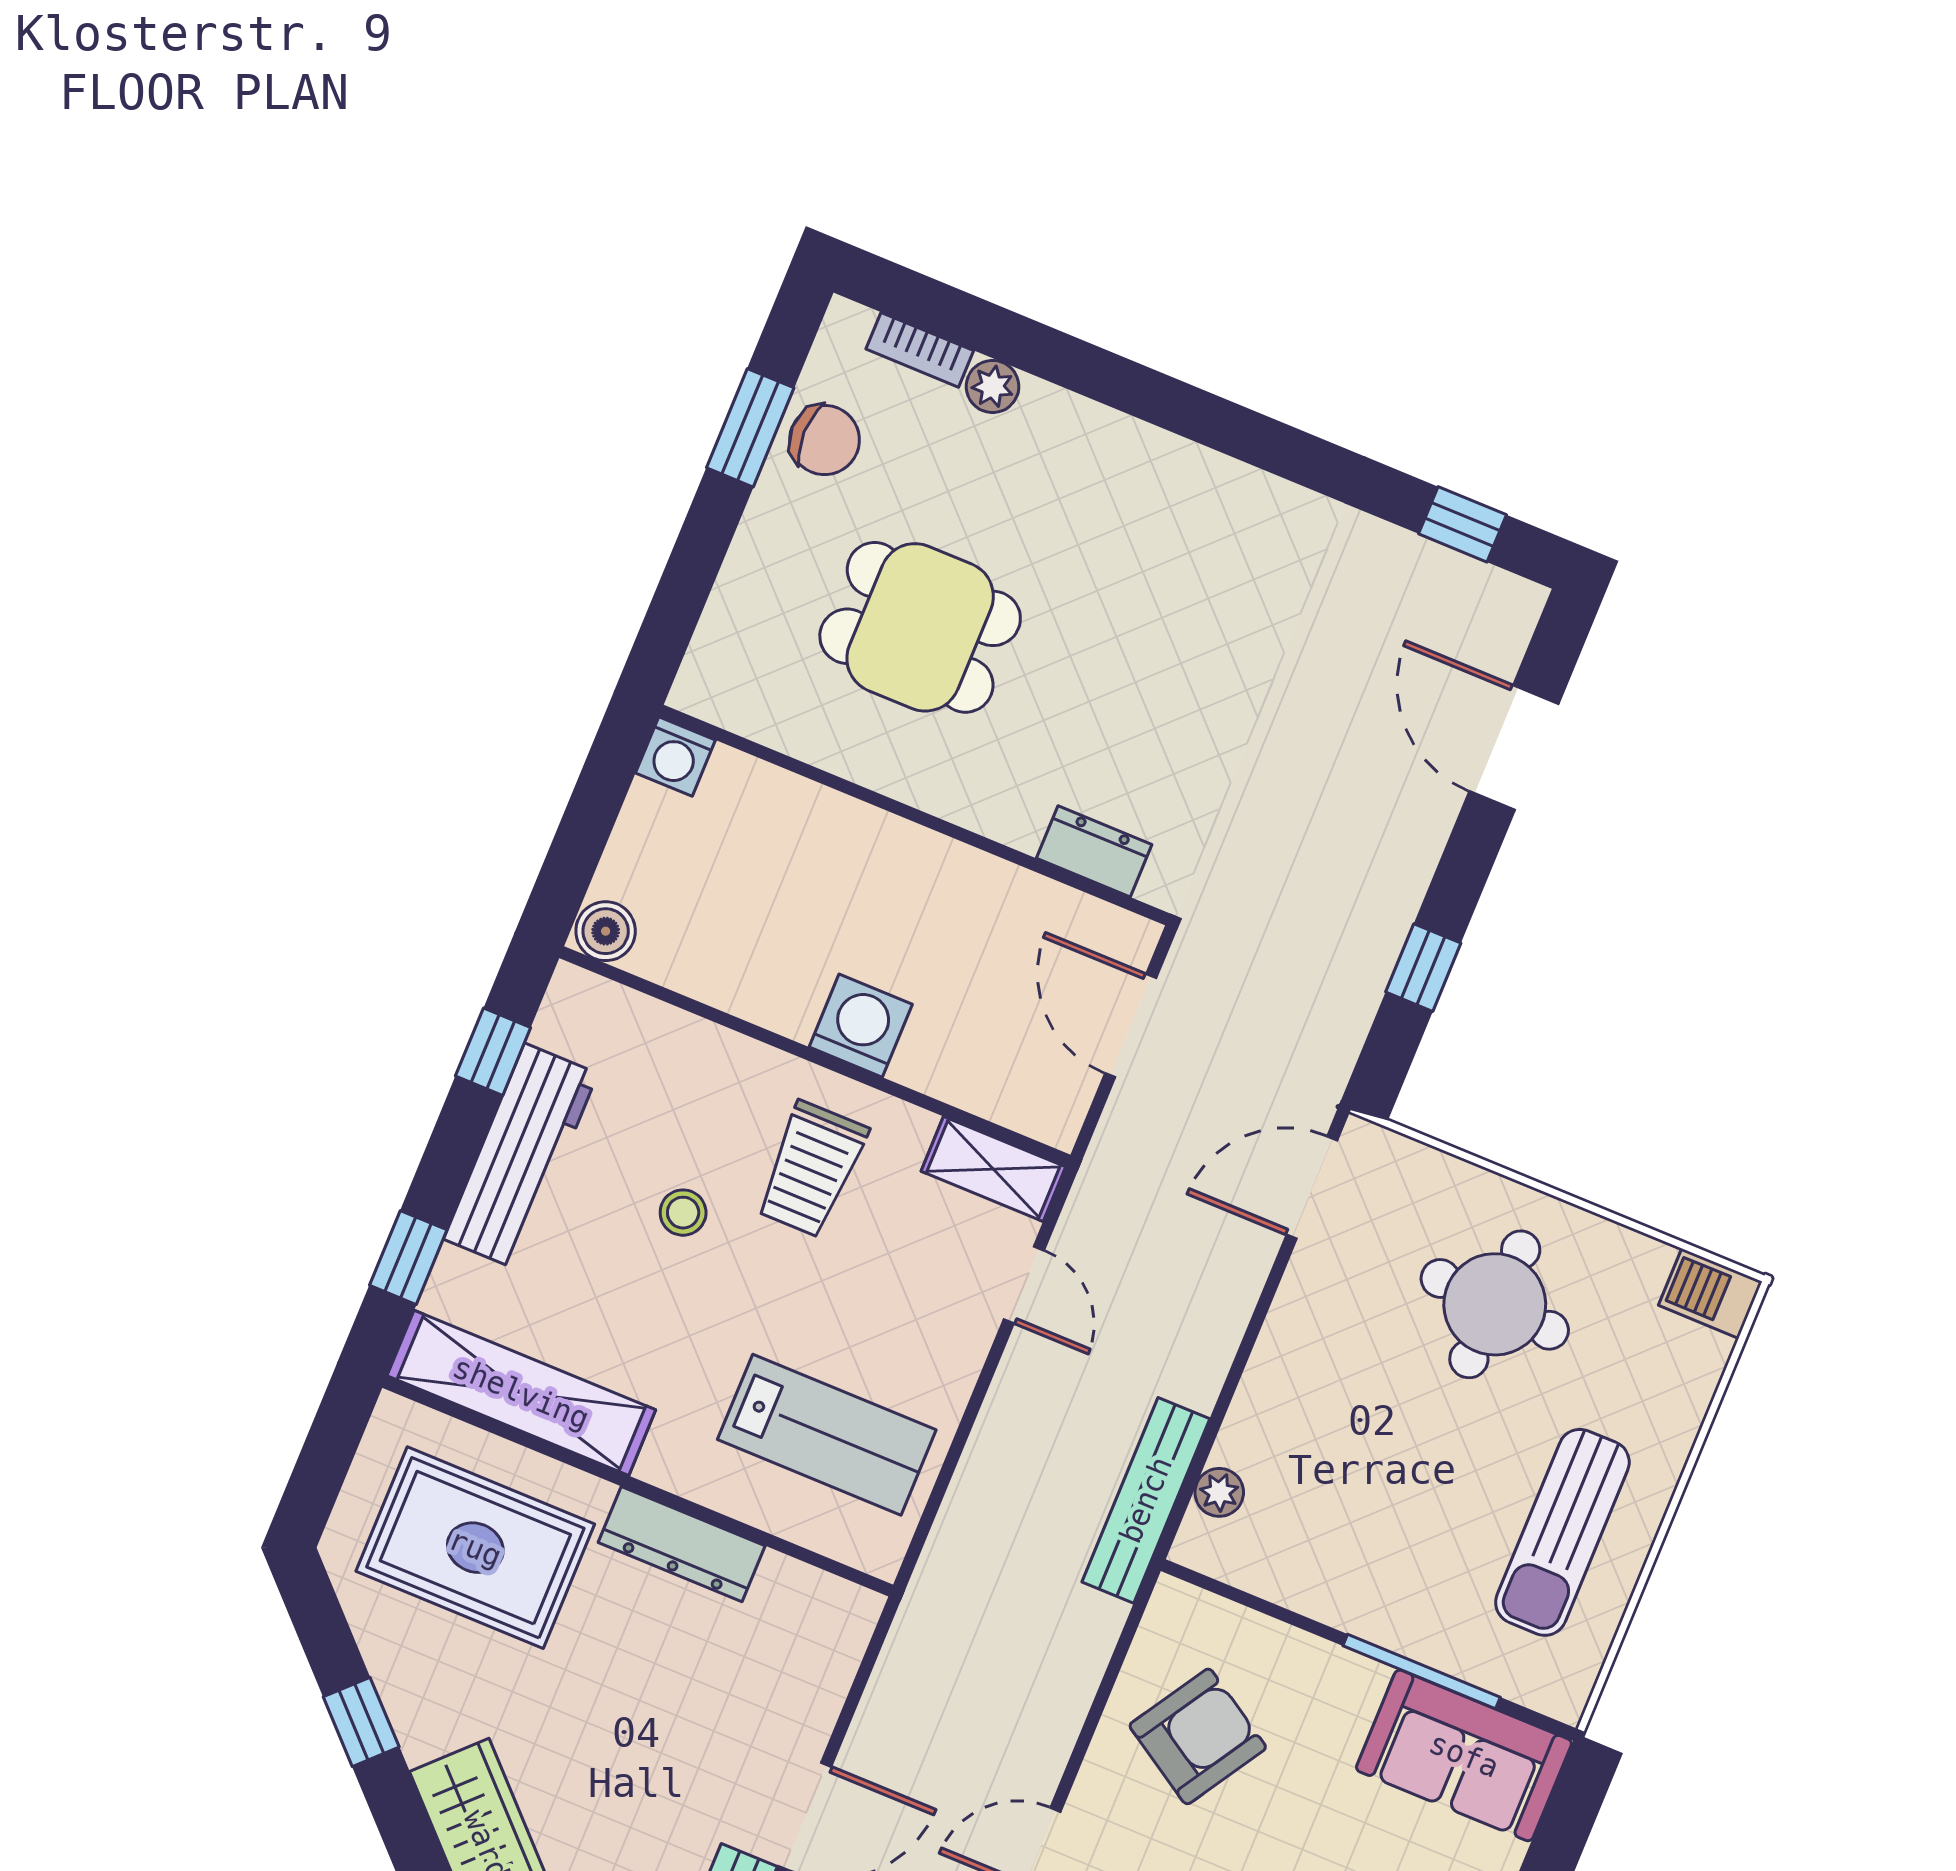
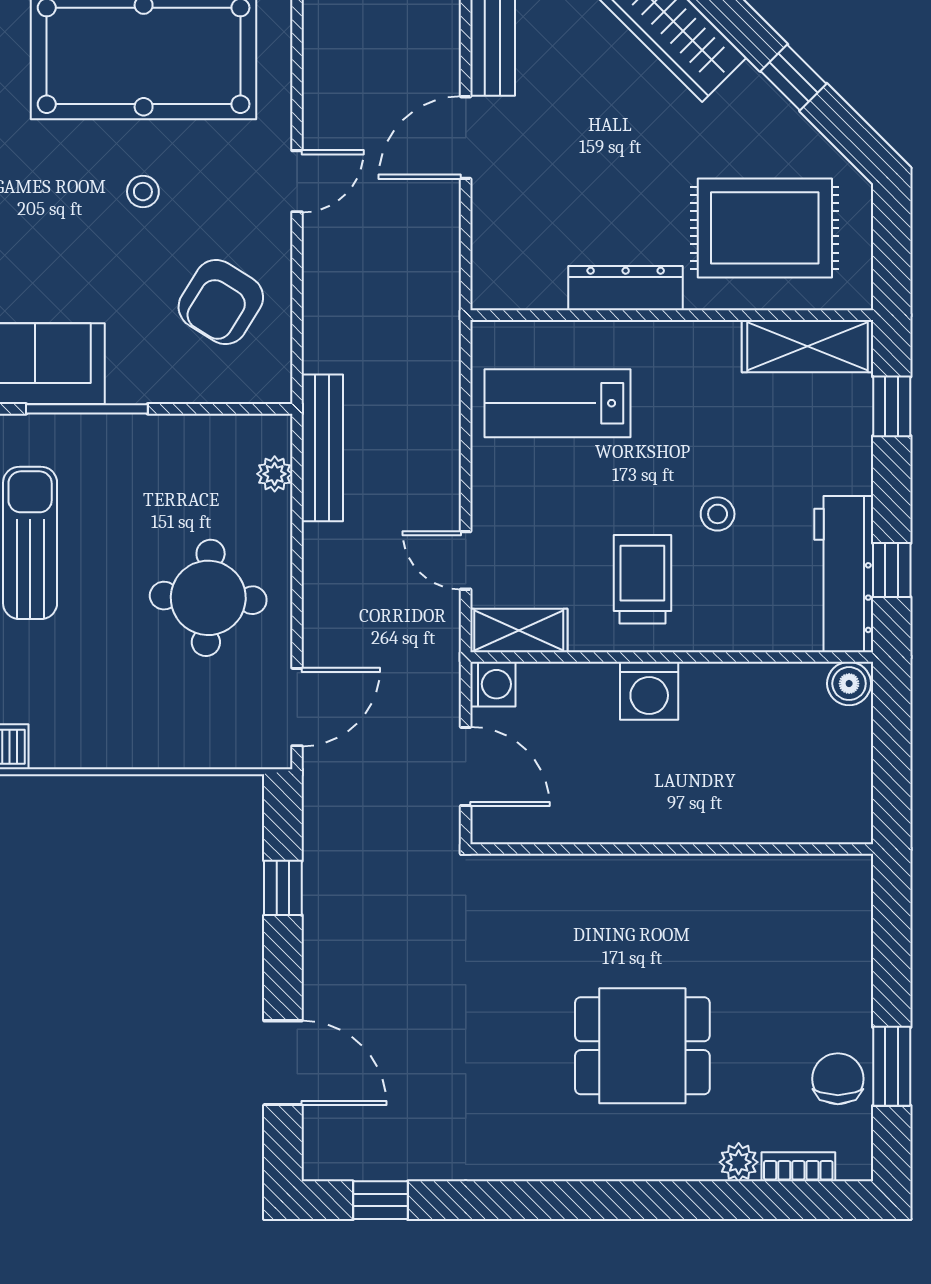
chair: (825, 440) -> (838, 1079), turned 90
dining table: (920, 627) -> (642, 1046), moved
washing machine: (675, 757) -> (493, 684), moved, turned 90
dresser: (1094, 851) -> (539, 875), removed
workbench: (521, 1156) -> (844, 574), moved
round table: (1495, 1304) -> (208, 598), moved
shelving: (521, 1393) -> (808, 346), width x0.68

